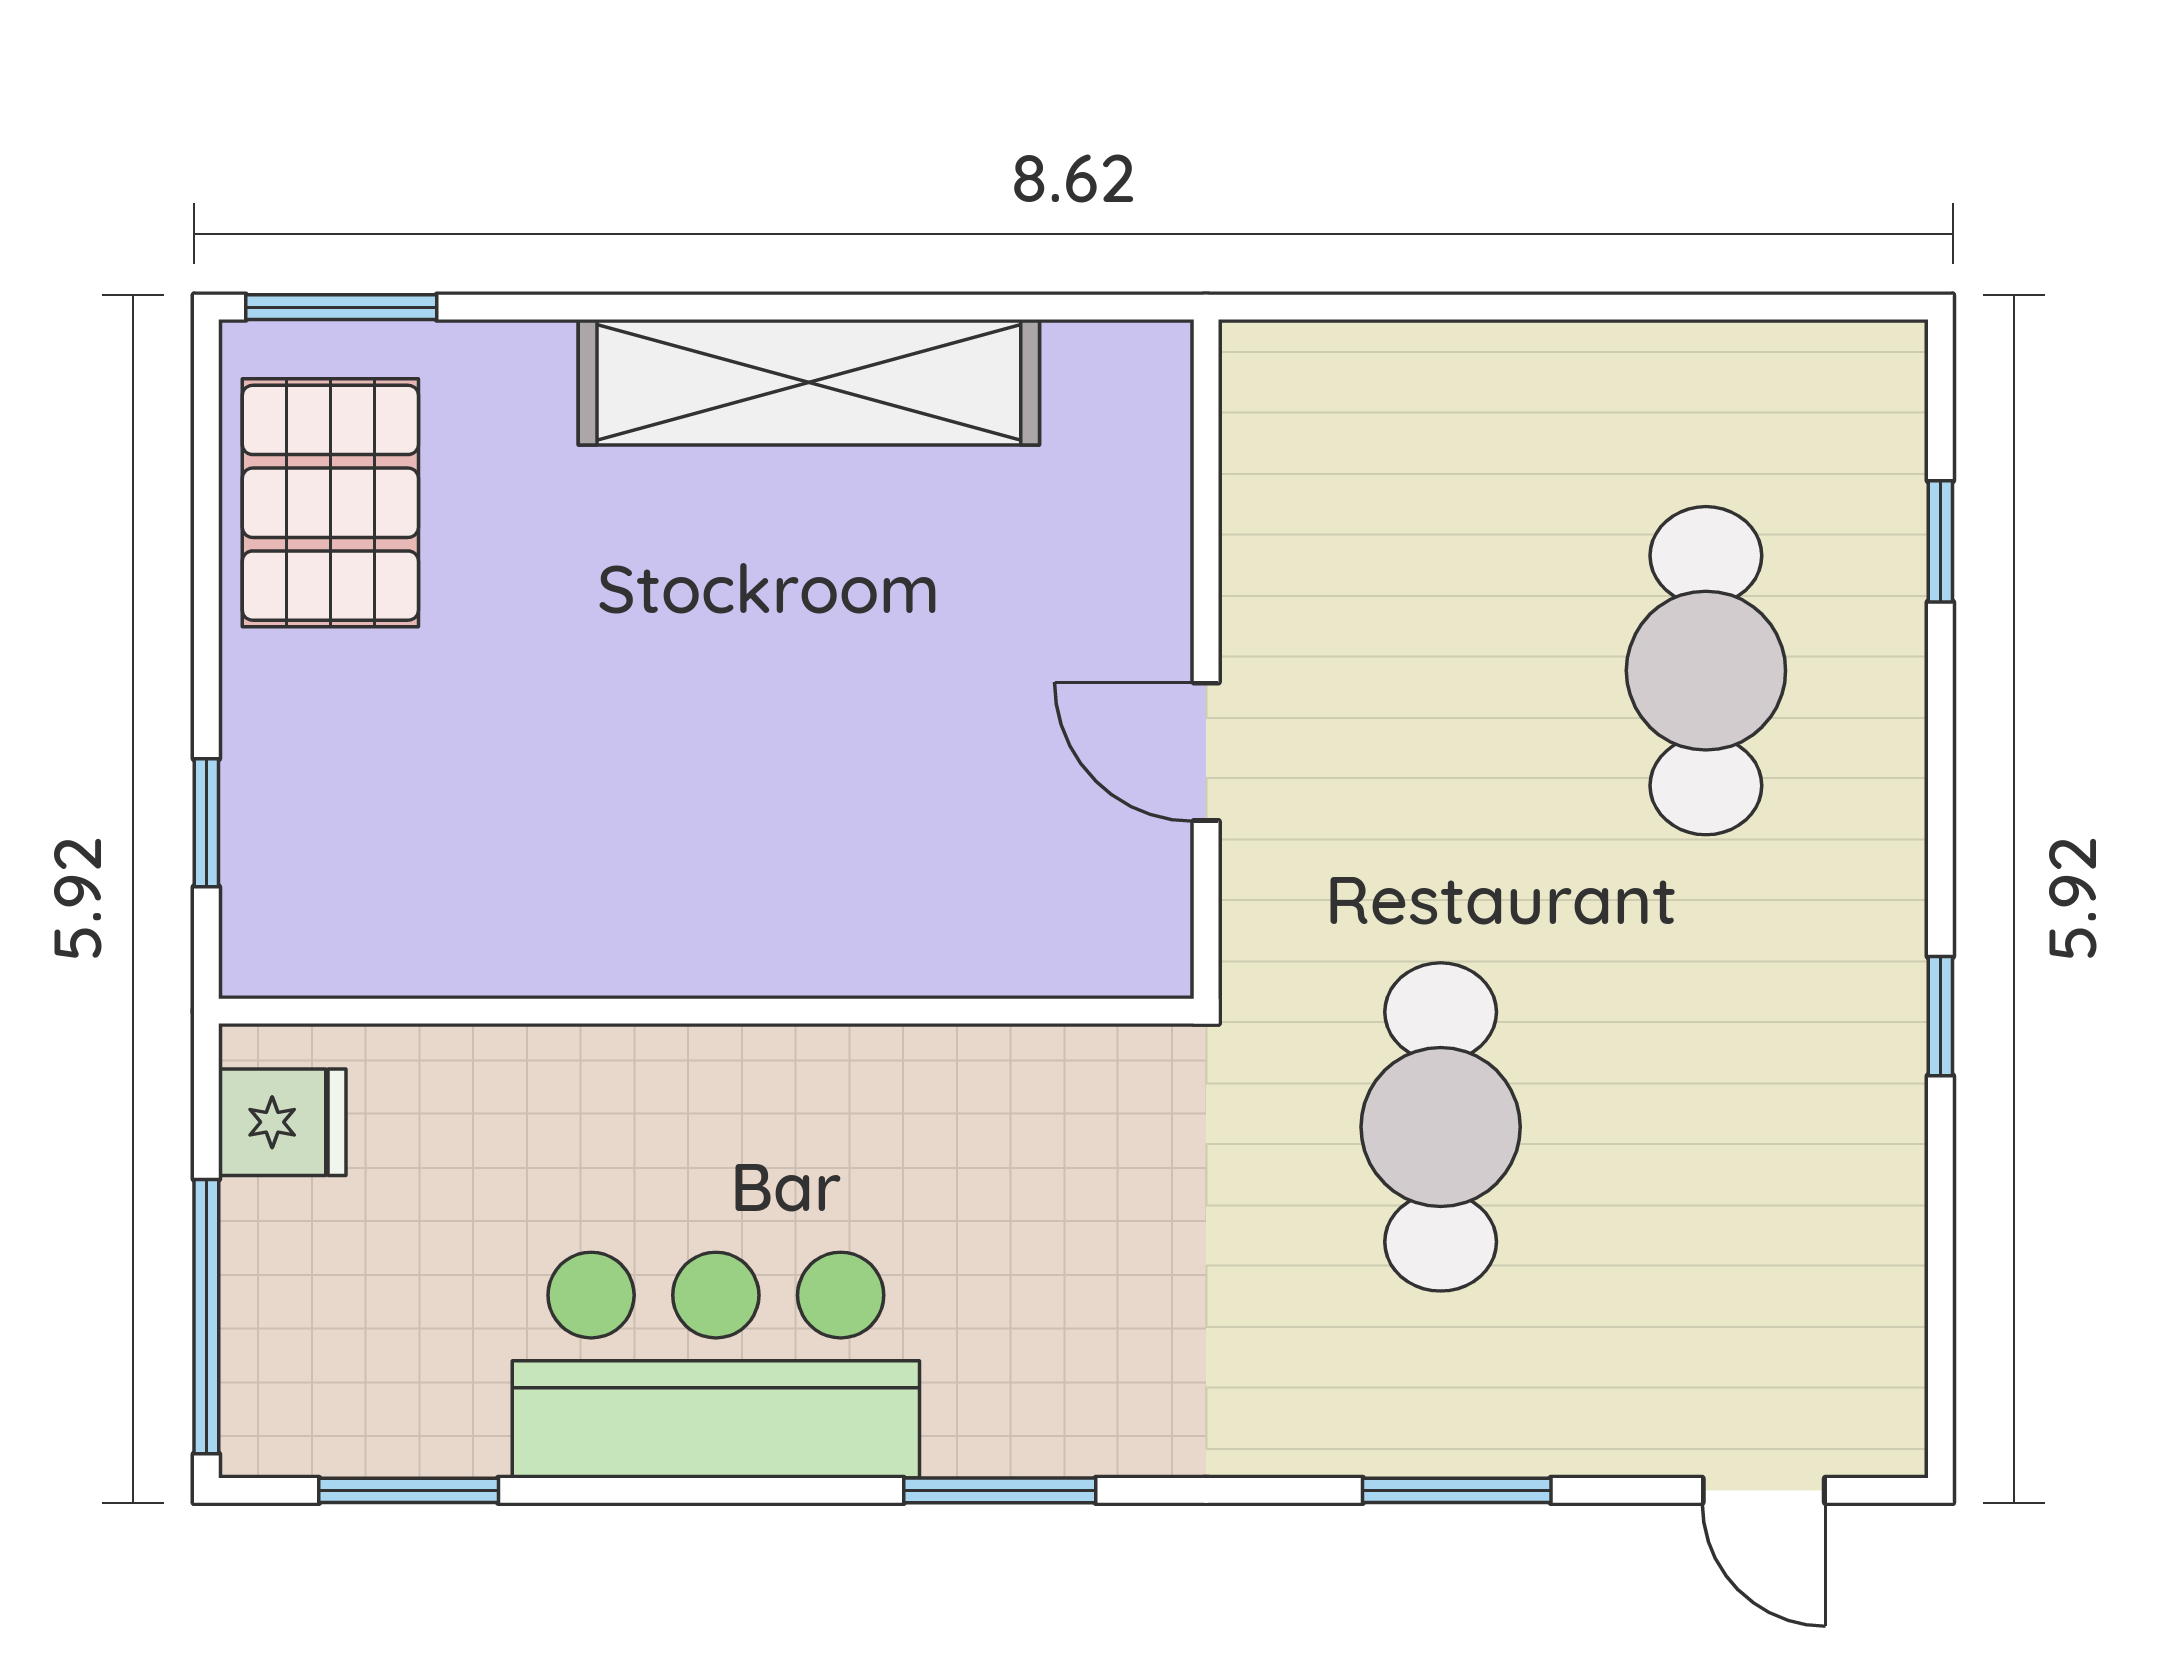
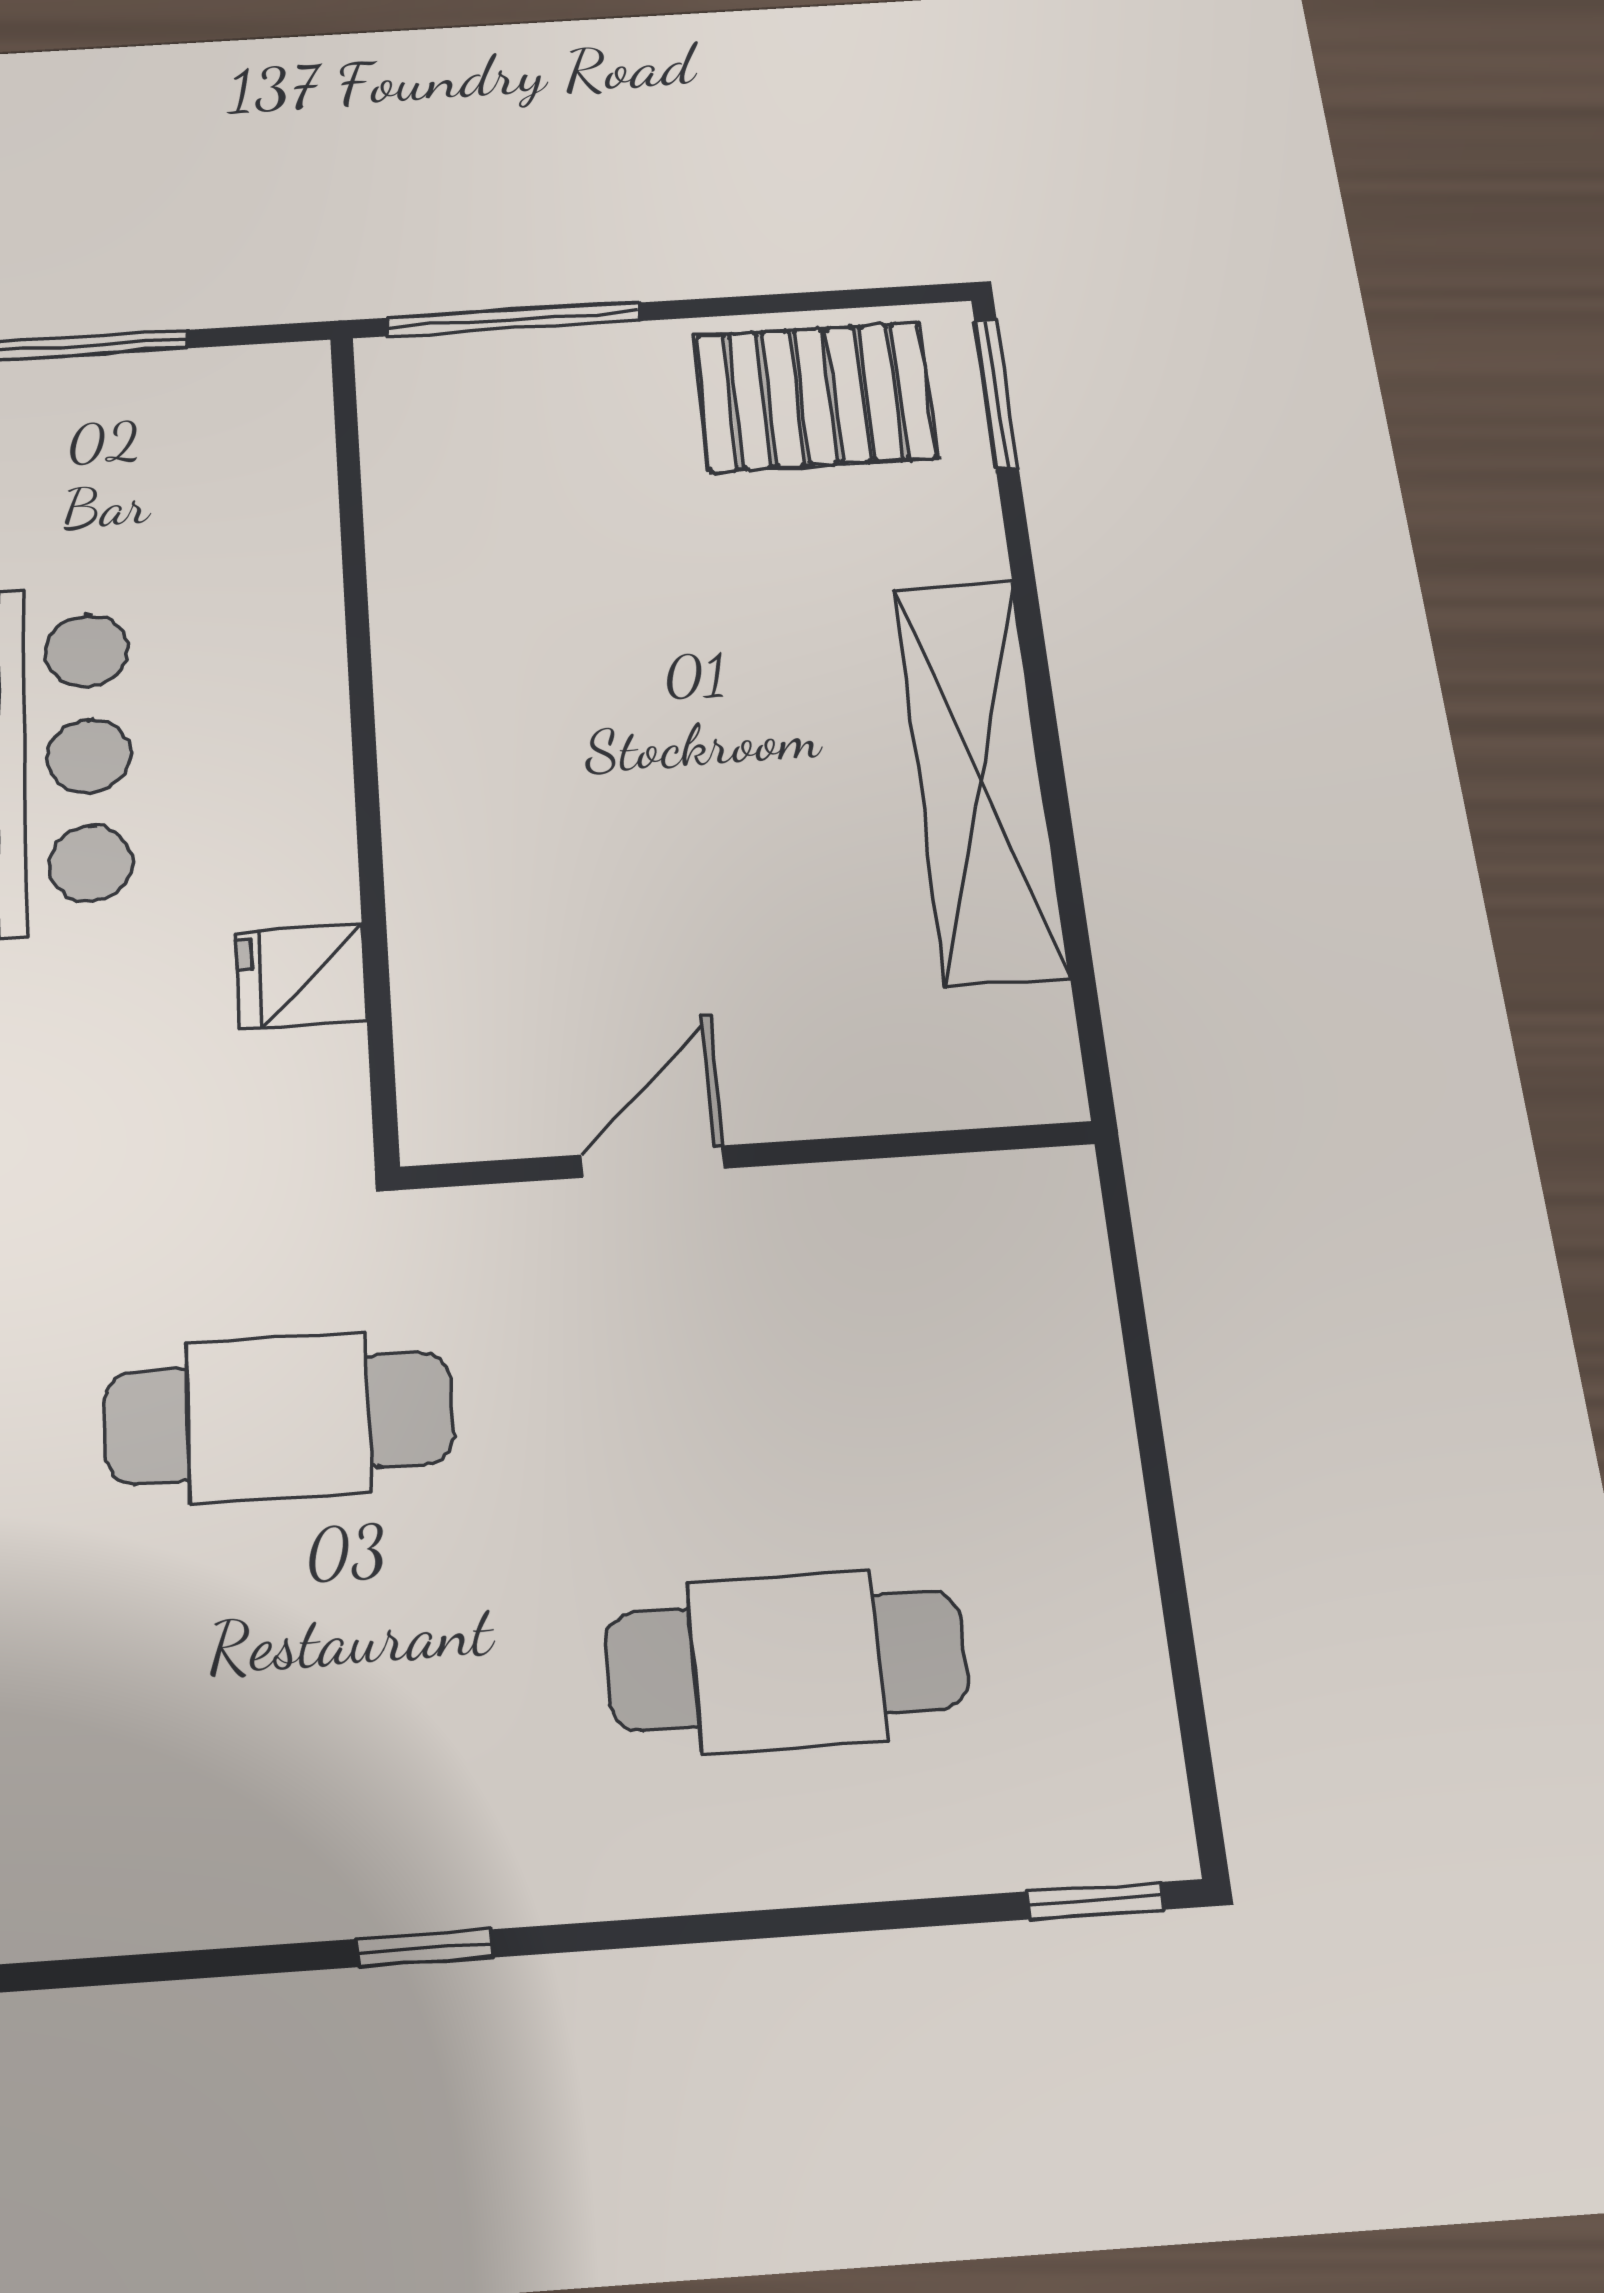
window: (1940, 541) -> (1096, 1901), moved
window: (206, 823) -> (513, 319), width x2.17
fridge: (282, 1122) -> (301, 976), moved, turned 90

